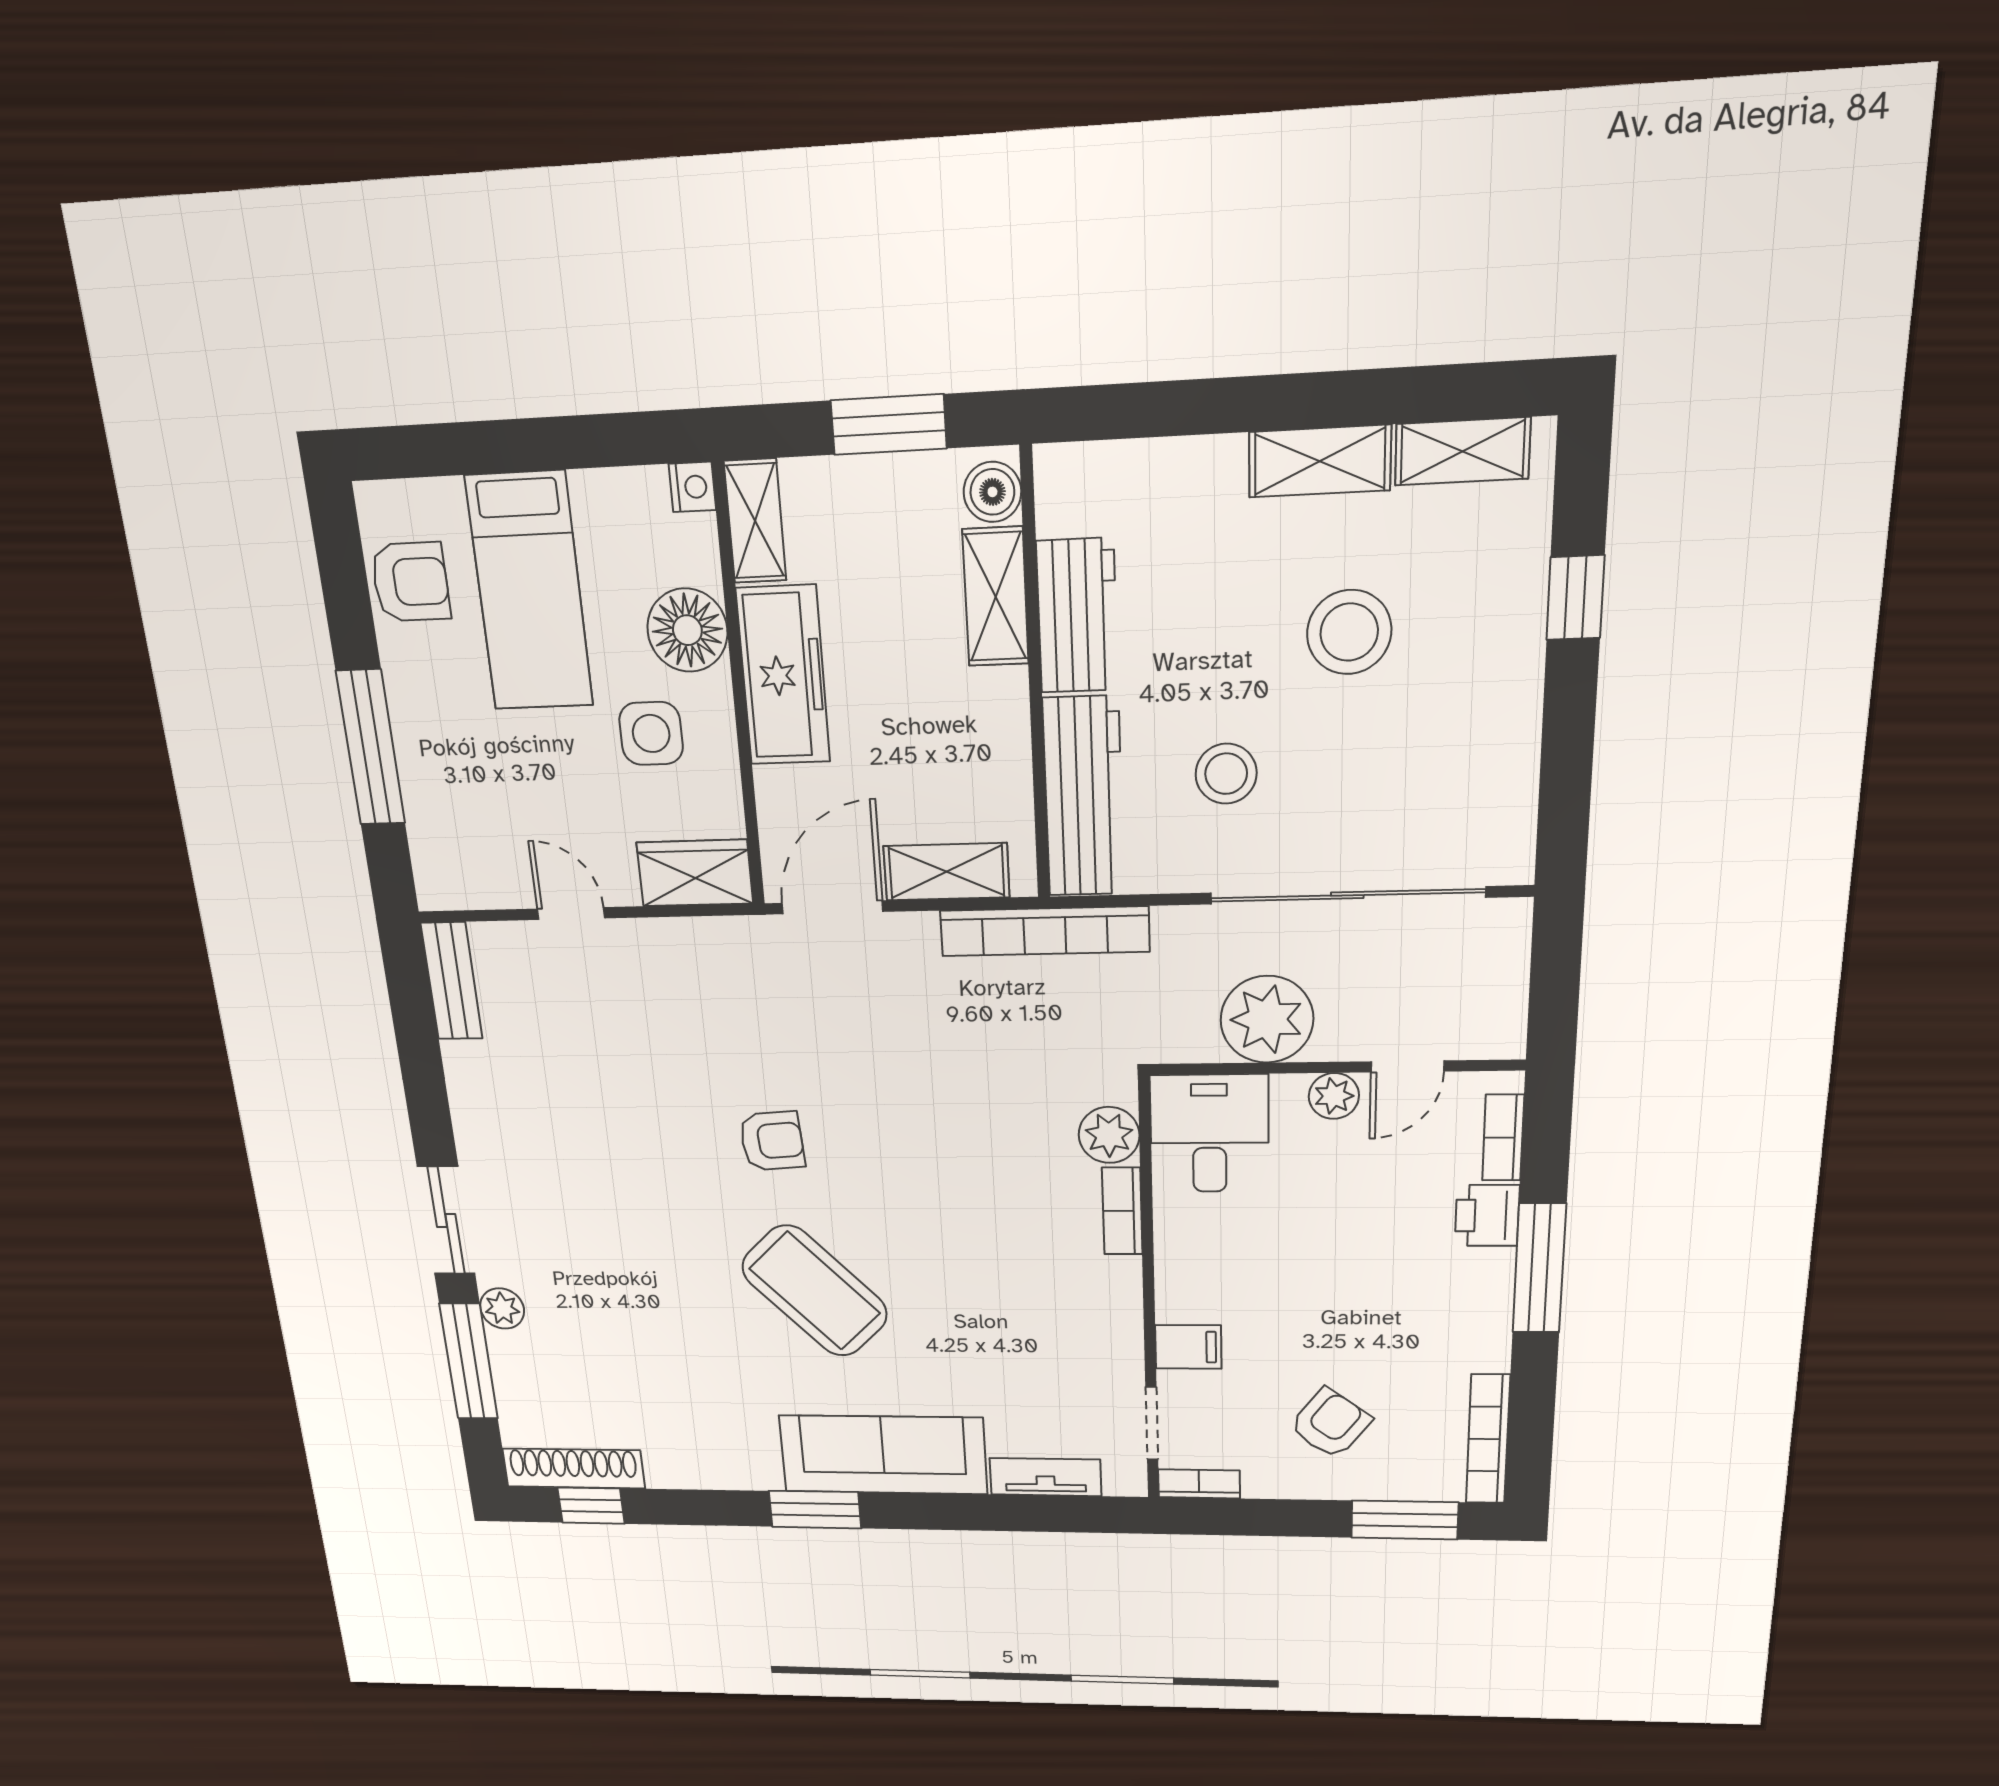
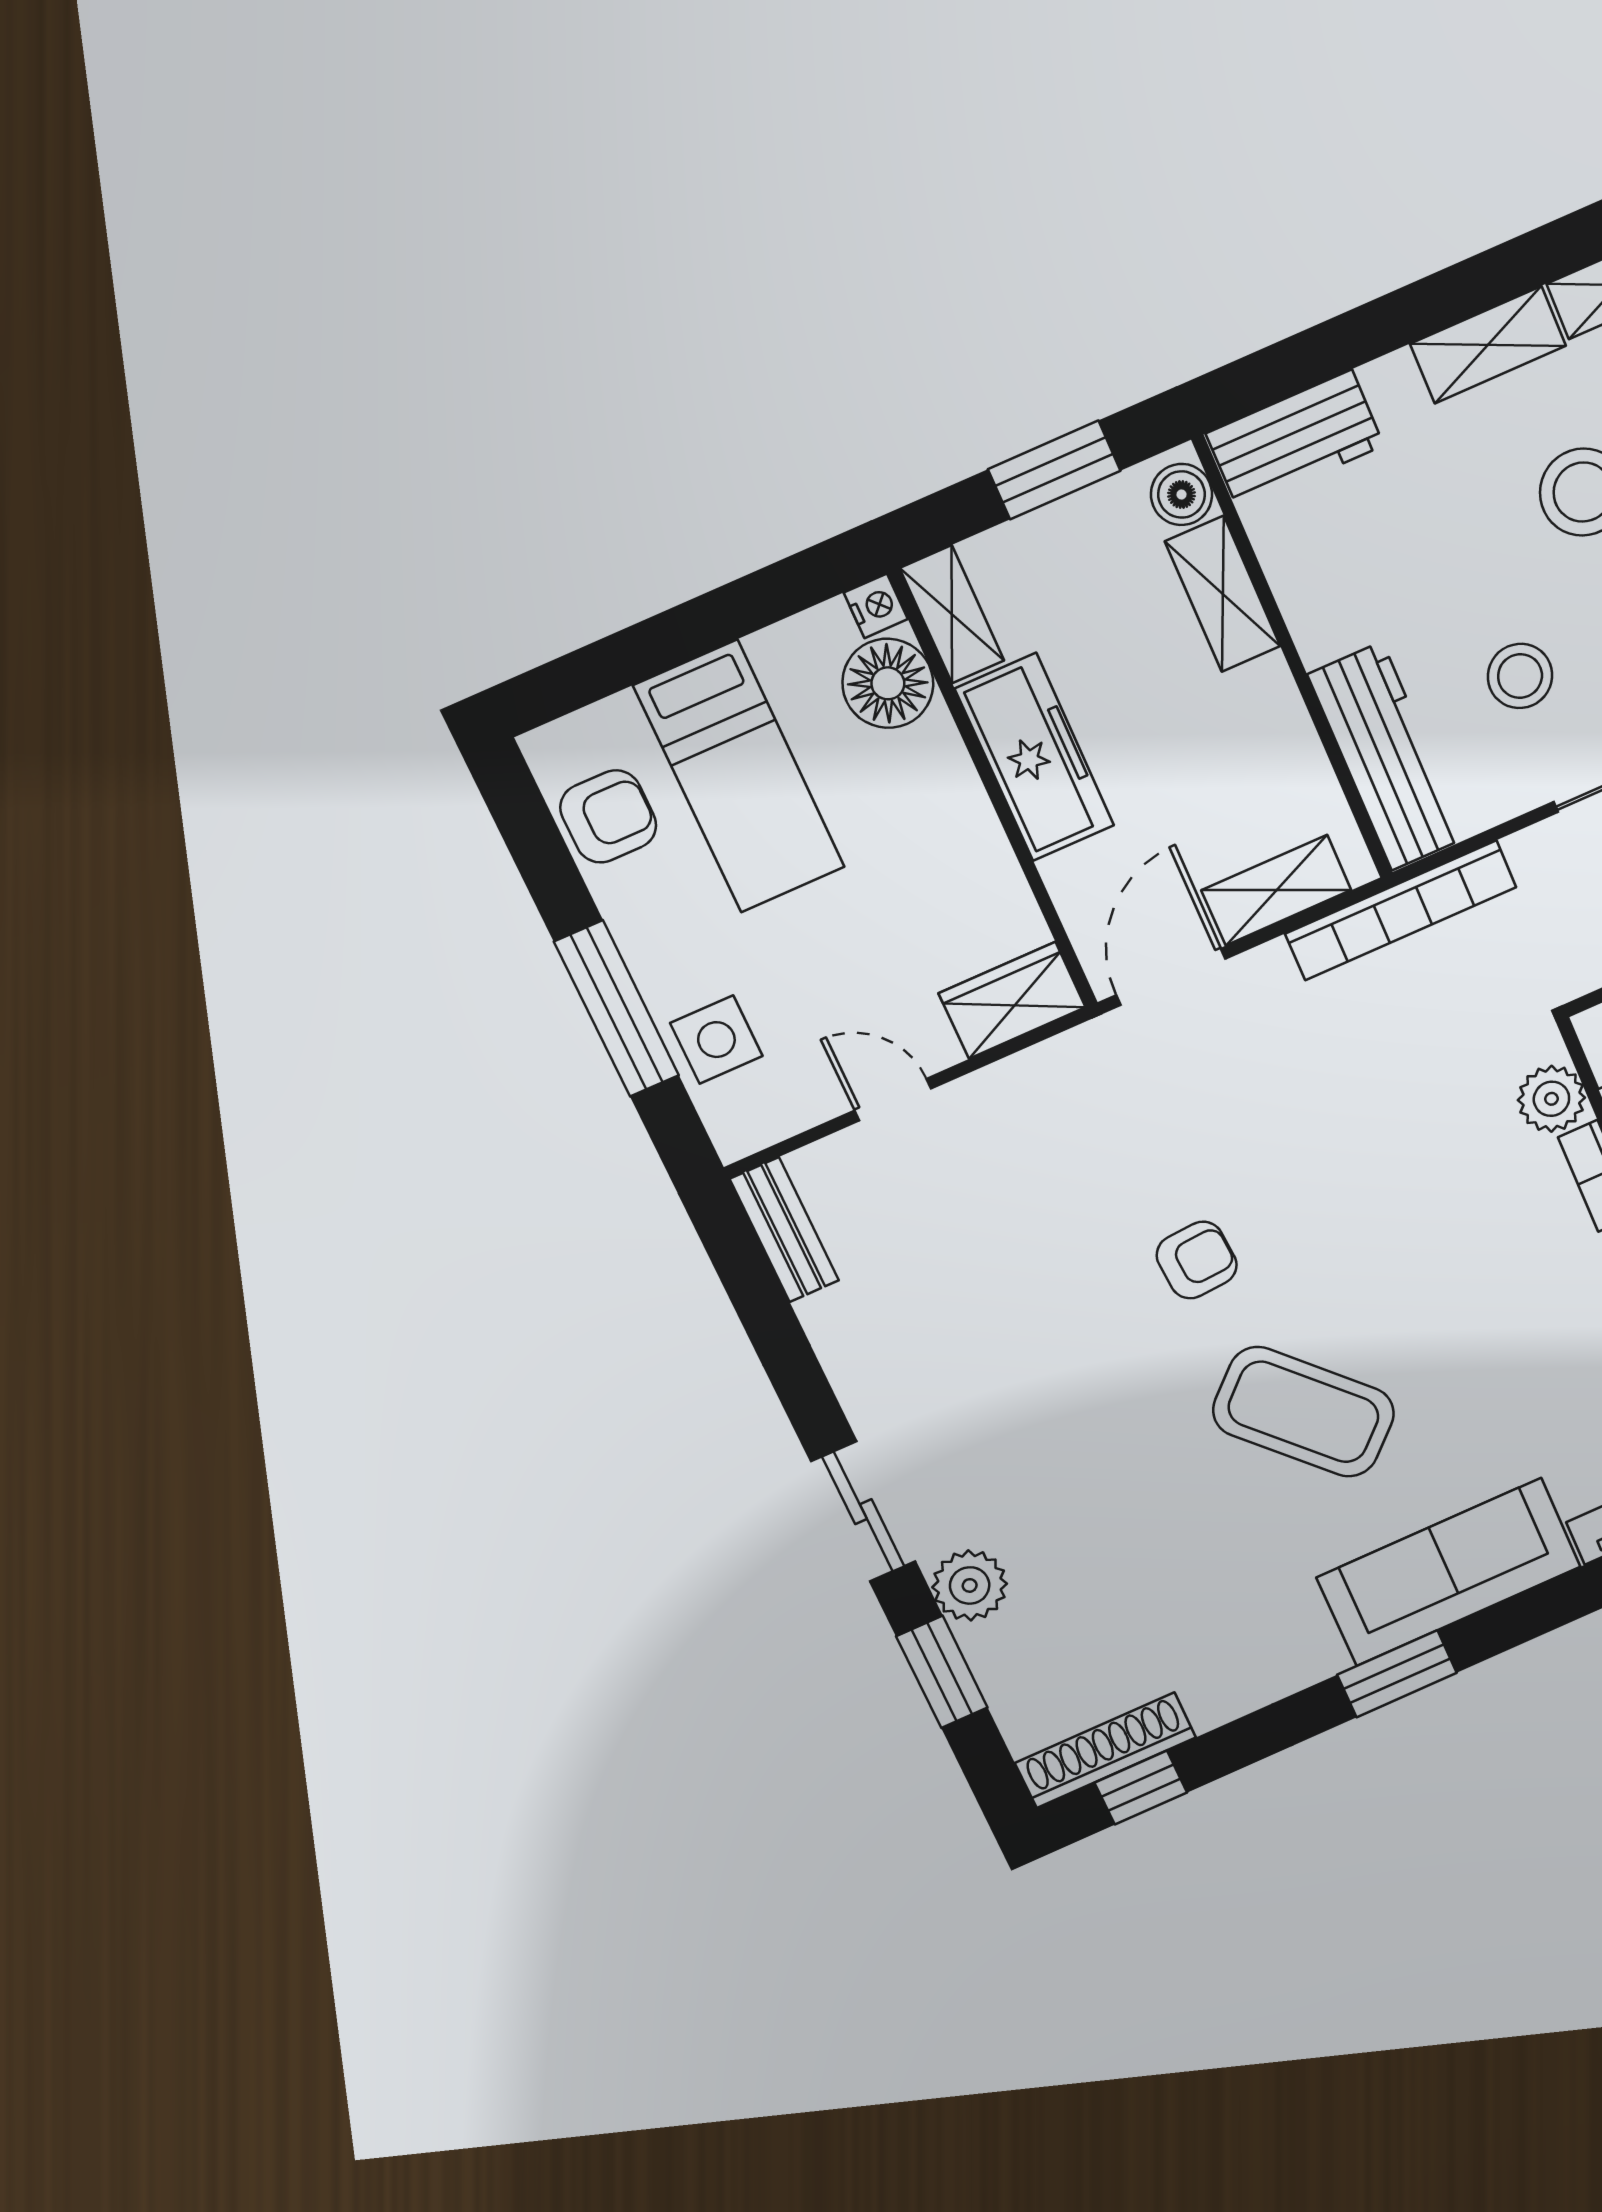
workbench: (1077, 616) -> (1295, 440), moved, turned 90
floor lamp: (687, 630) -> (888, 683), moved
side table: (651, 733) -> (716, 1040), moved
plant: (502, 1308) -> (970, 1585), width x1.38, depth x1.38
window: (469, 1361) -> (942, 1672), width x0.69

